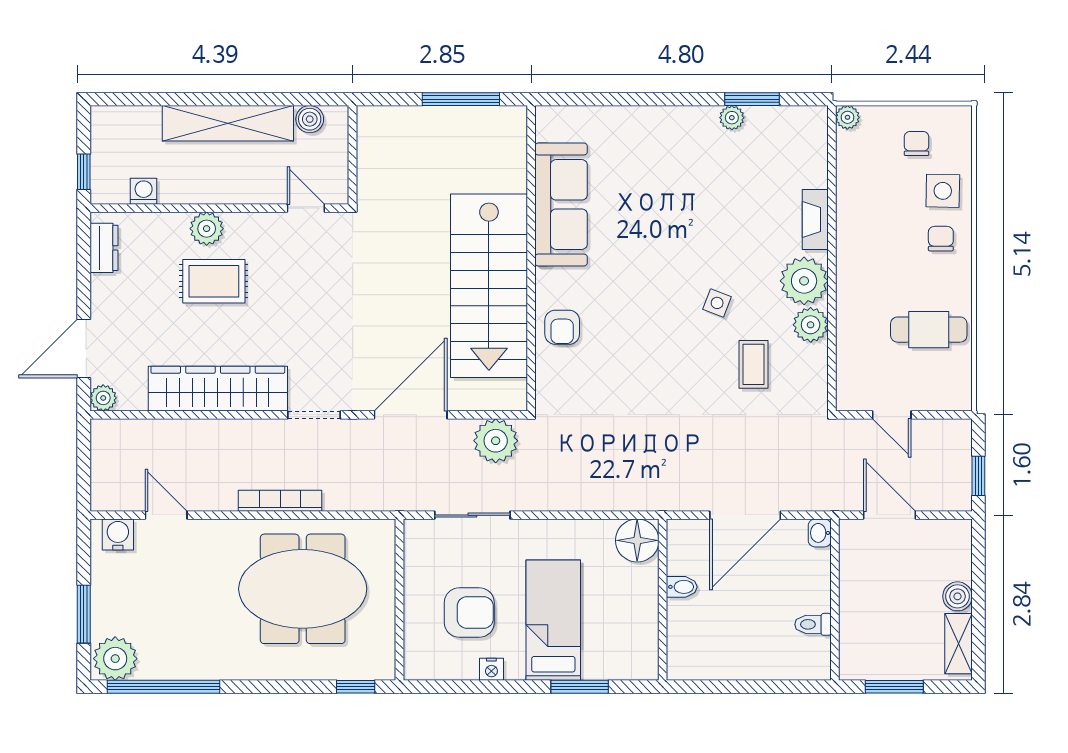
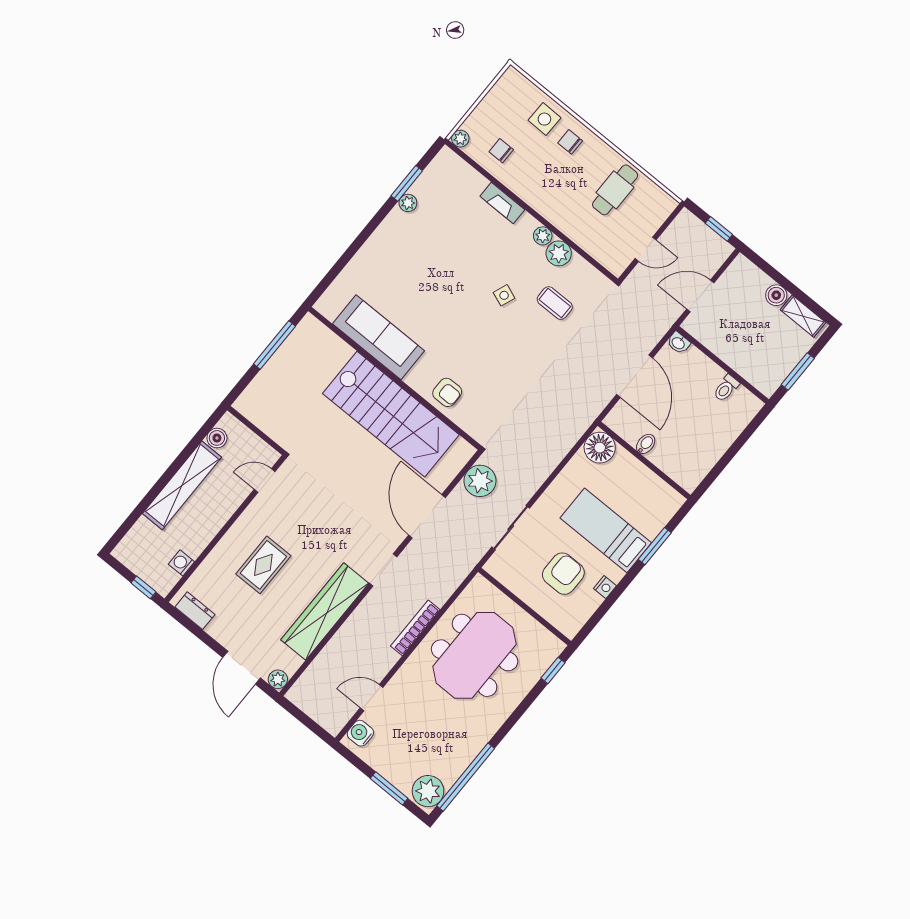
chair: (917, 144) -> (501, 151), moved
plant: (207, 229) -> (231, 545), removed
plant: (804, 281) -> (543, 236), width x0.53, depth x0.53

